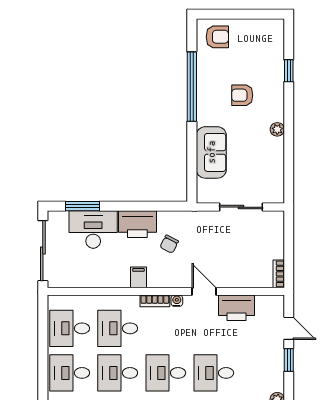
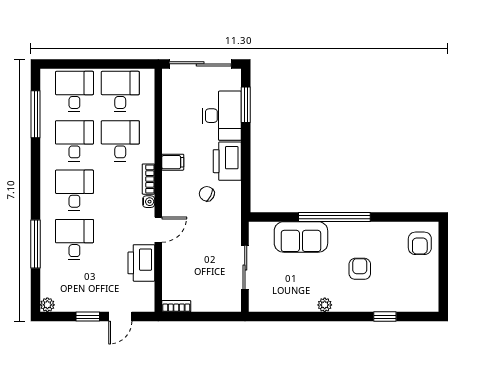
window: (192, 87) -> (334, 217), moved

